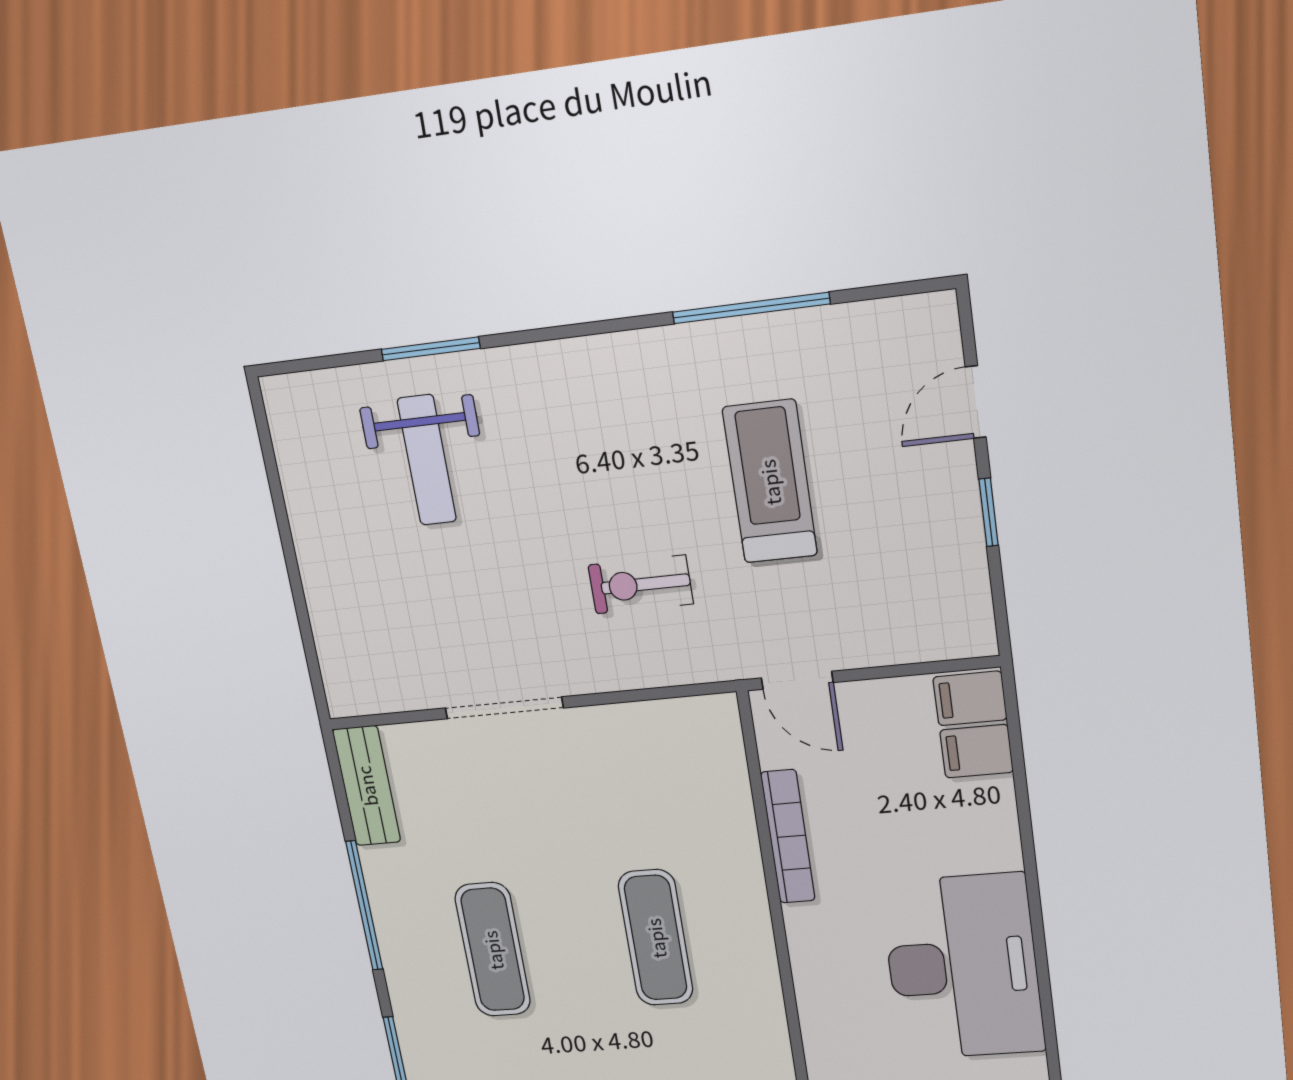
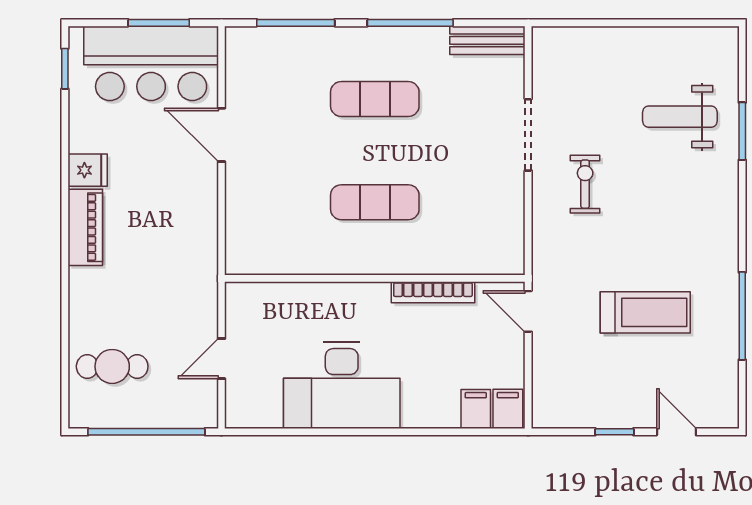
exercise bike: (641, 584) -> (585, 184), moved
door: (797, 680) -> (528, 311), hinge flipped

